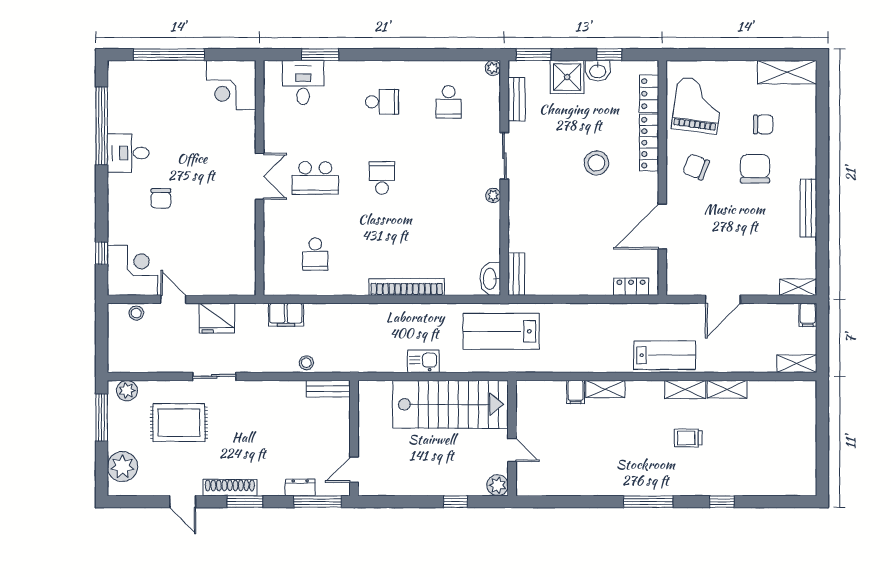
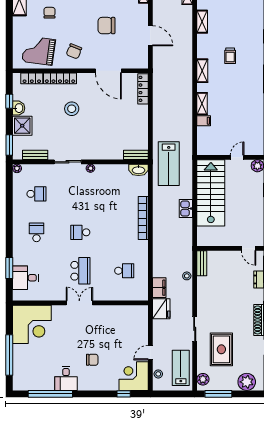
corner desk: (231, 85) -> (32, 324), width x1.36, depth x1.36
chair: (755, 169) -> (106, 26), moved
locker: (631, 287) -> (143, 89), width x1.53
fridge: (217, 318) -> (161, 309), moved
lab bench: (665, 355) -> (181, 368), moved
shelving: (685, 389) -> (202, 71), moved
shelving: (727, 389) -> (202, 22), moved

